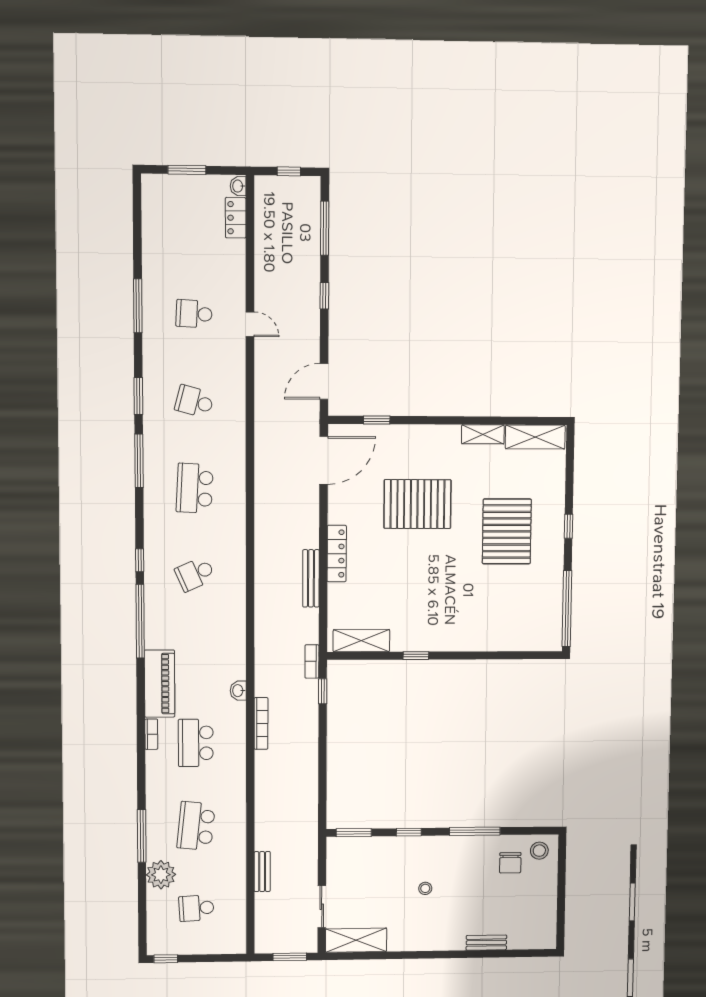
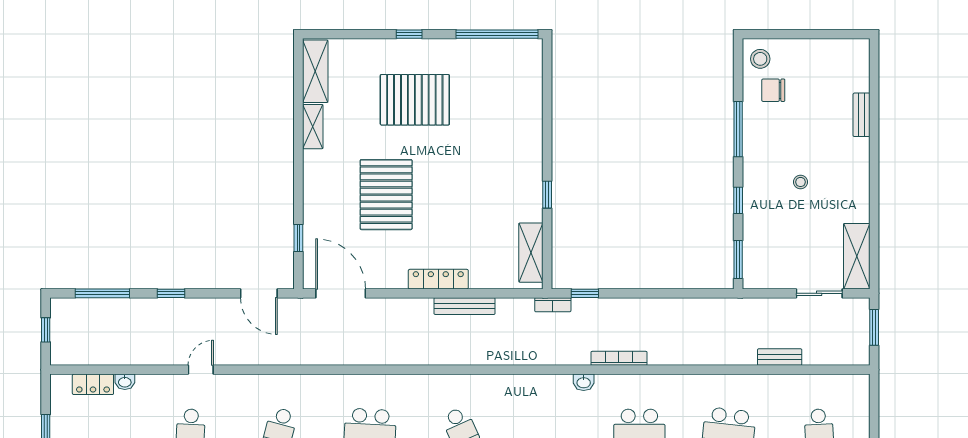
washbasin: (238, 186) -> (125, 382), moved
chair: (510, 863) -> (773, 90), turned 180

